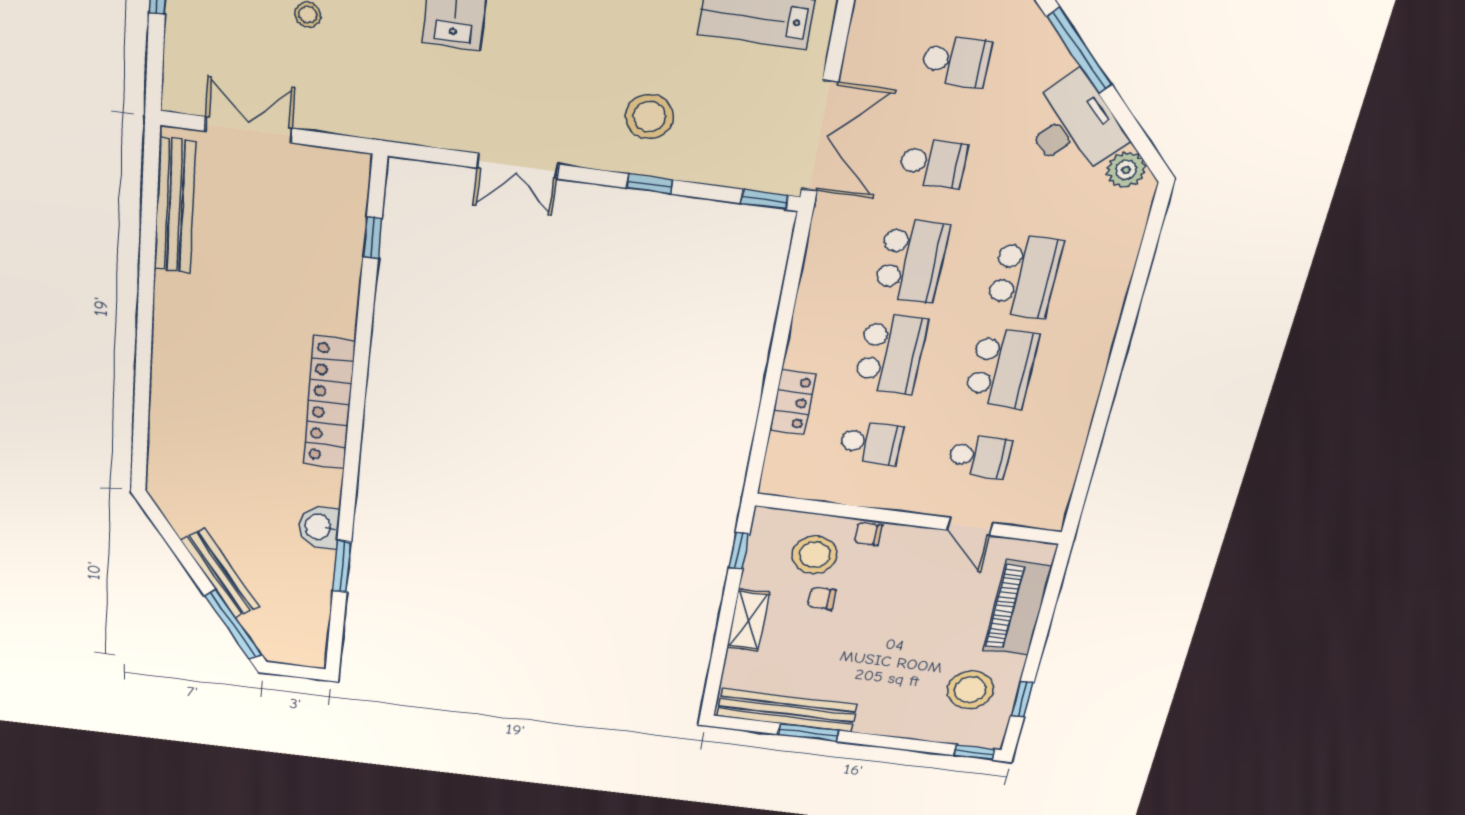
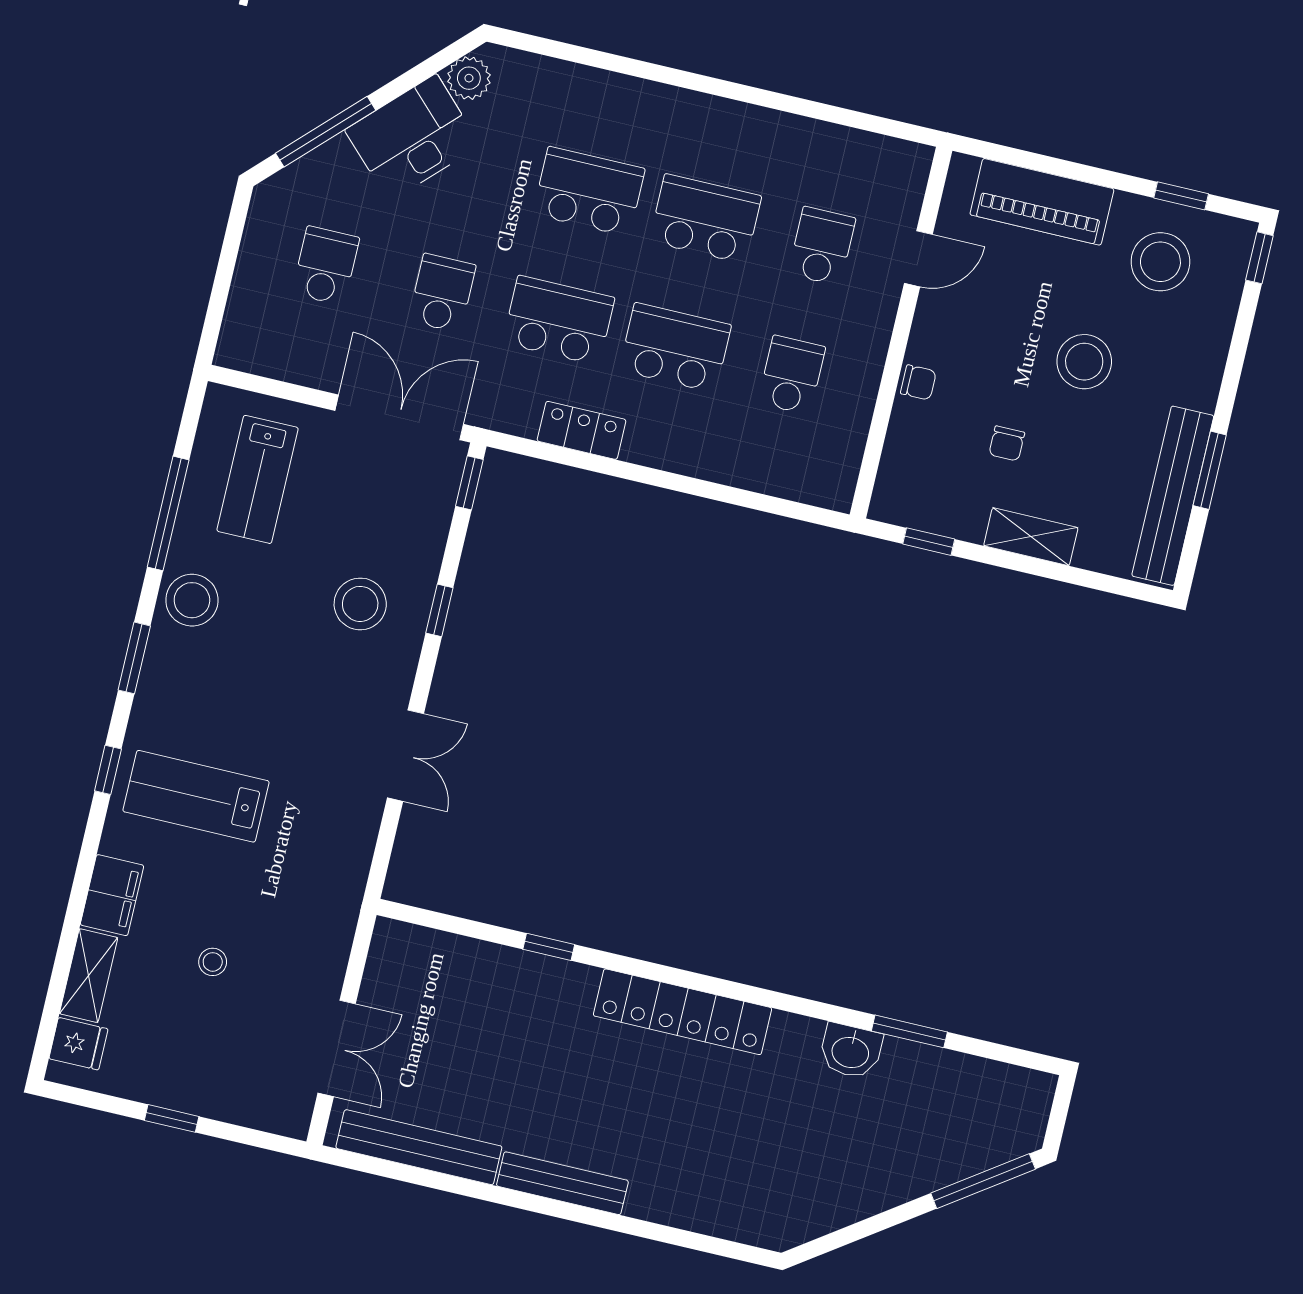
double door: (249, 130) -> (337, 1048), swing flipped
window: (373, 237) -> (549, 947), moved
locker: (793, 402) -> (582, 430), moved
chair: (868, 534) -> (918, 382), turned -90
stool: (815, 555) -> (1084, 362), moved
bench: (220, 573) -> (562, 1183), moved, turned 35

